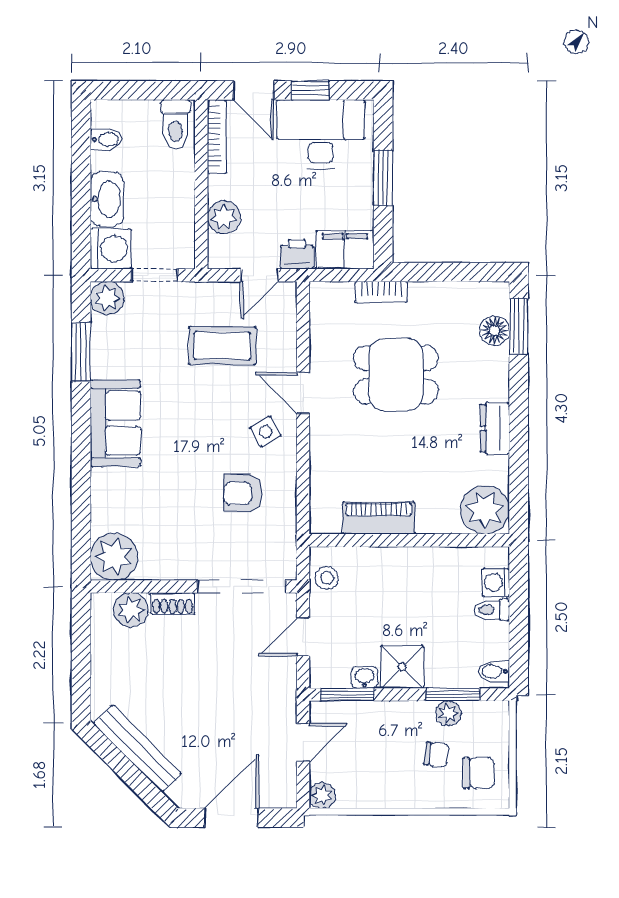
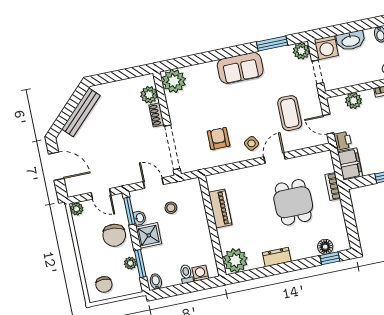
window: (519, 326) -> (330, 258), width x0.67
stool: (327, 578) -> (171, 208), moved
chair: (437, 755) -> (114, 235), moved, width x1.87, depth x1.87

